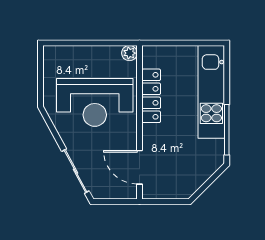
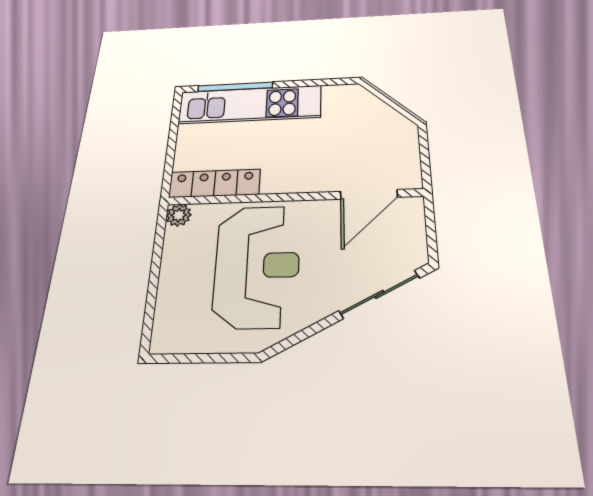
locker: (151, 96) -> (215, 183), moved
window: (227, 130) -> (235, 87), moved

